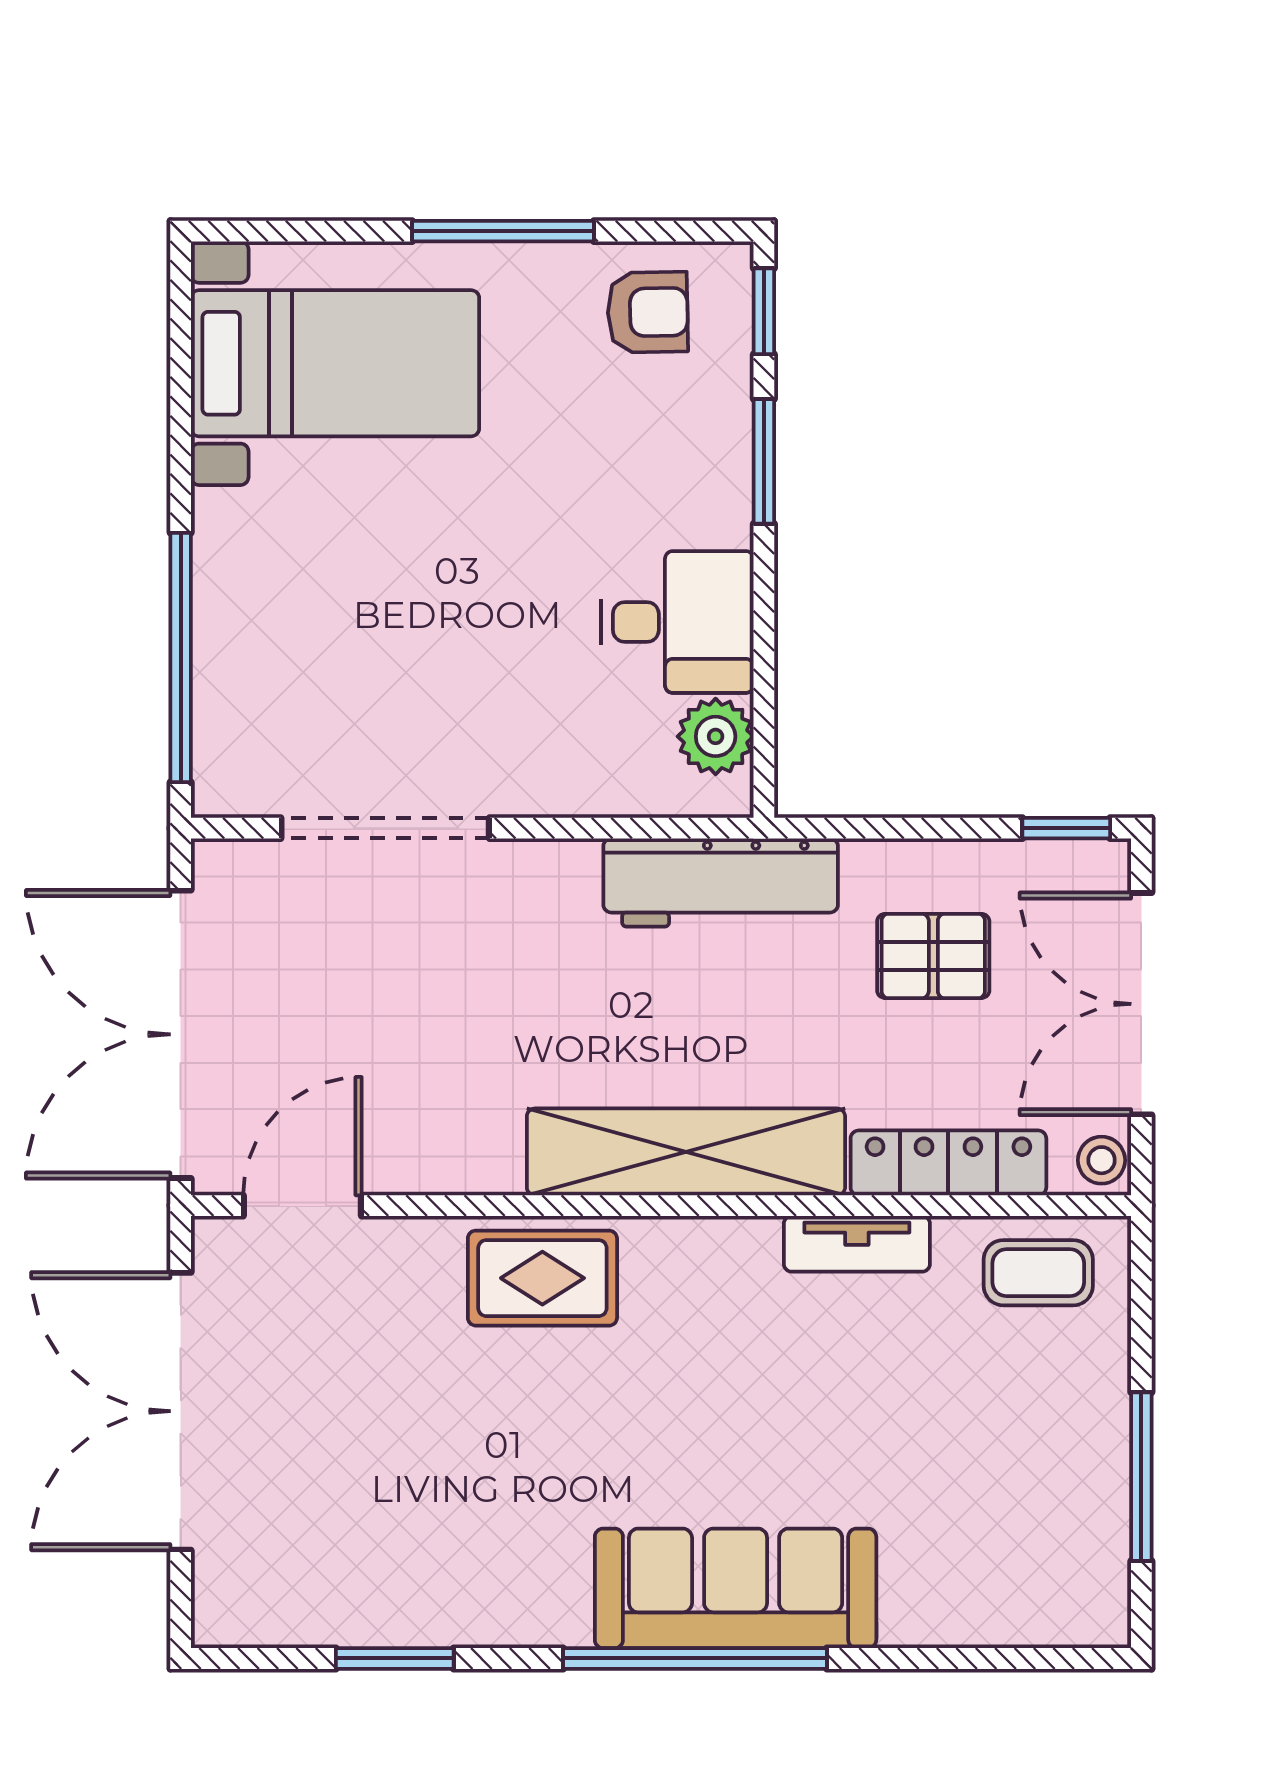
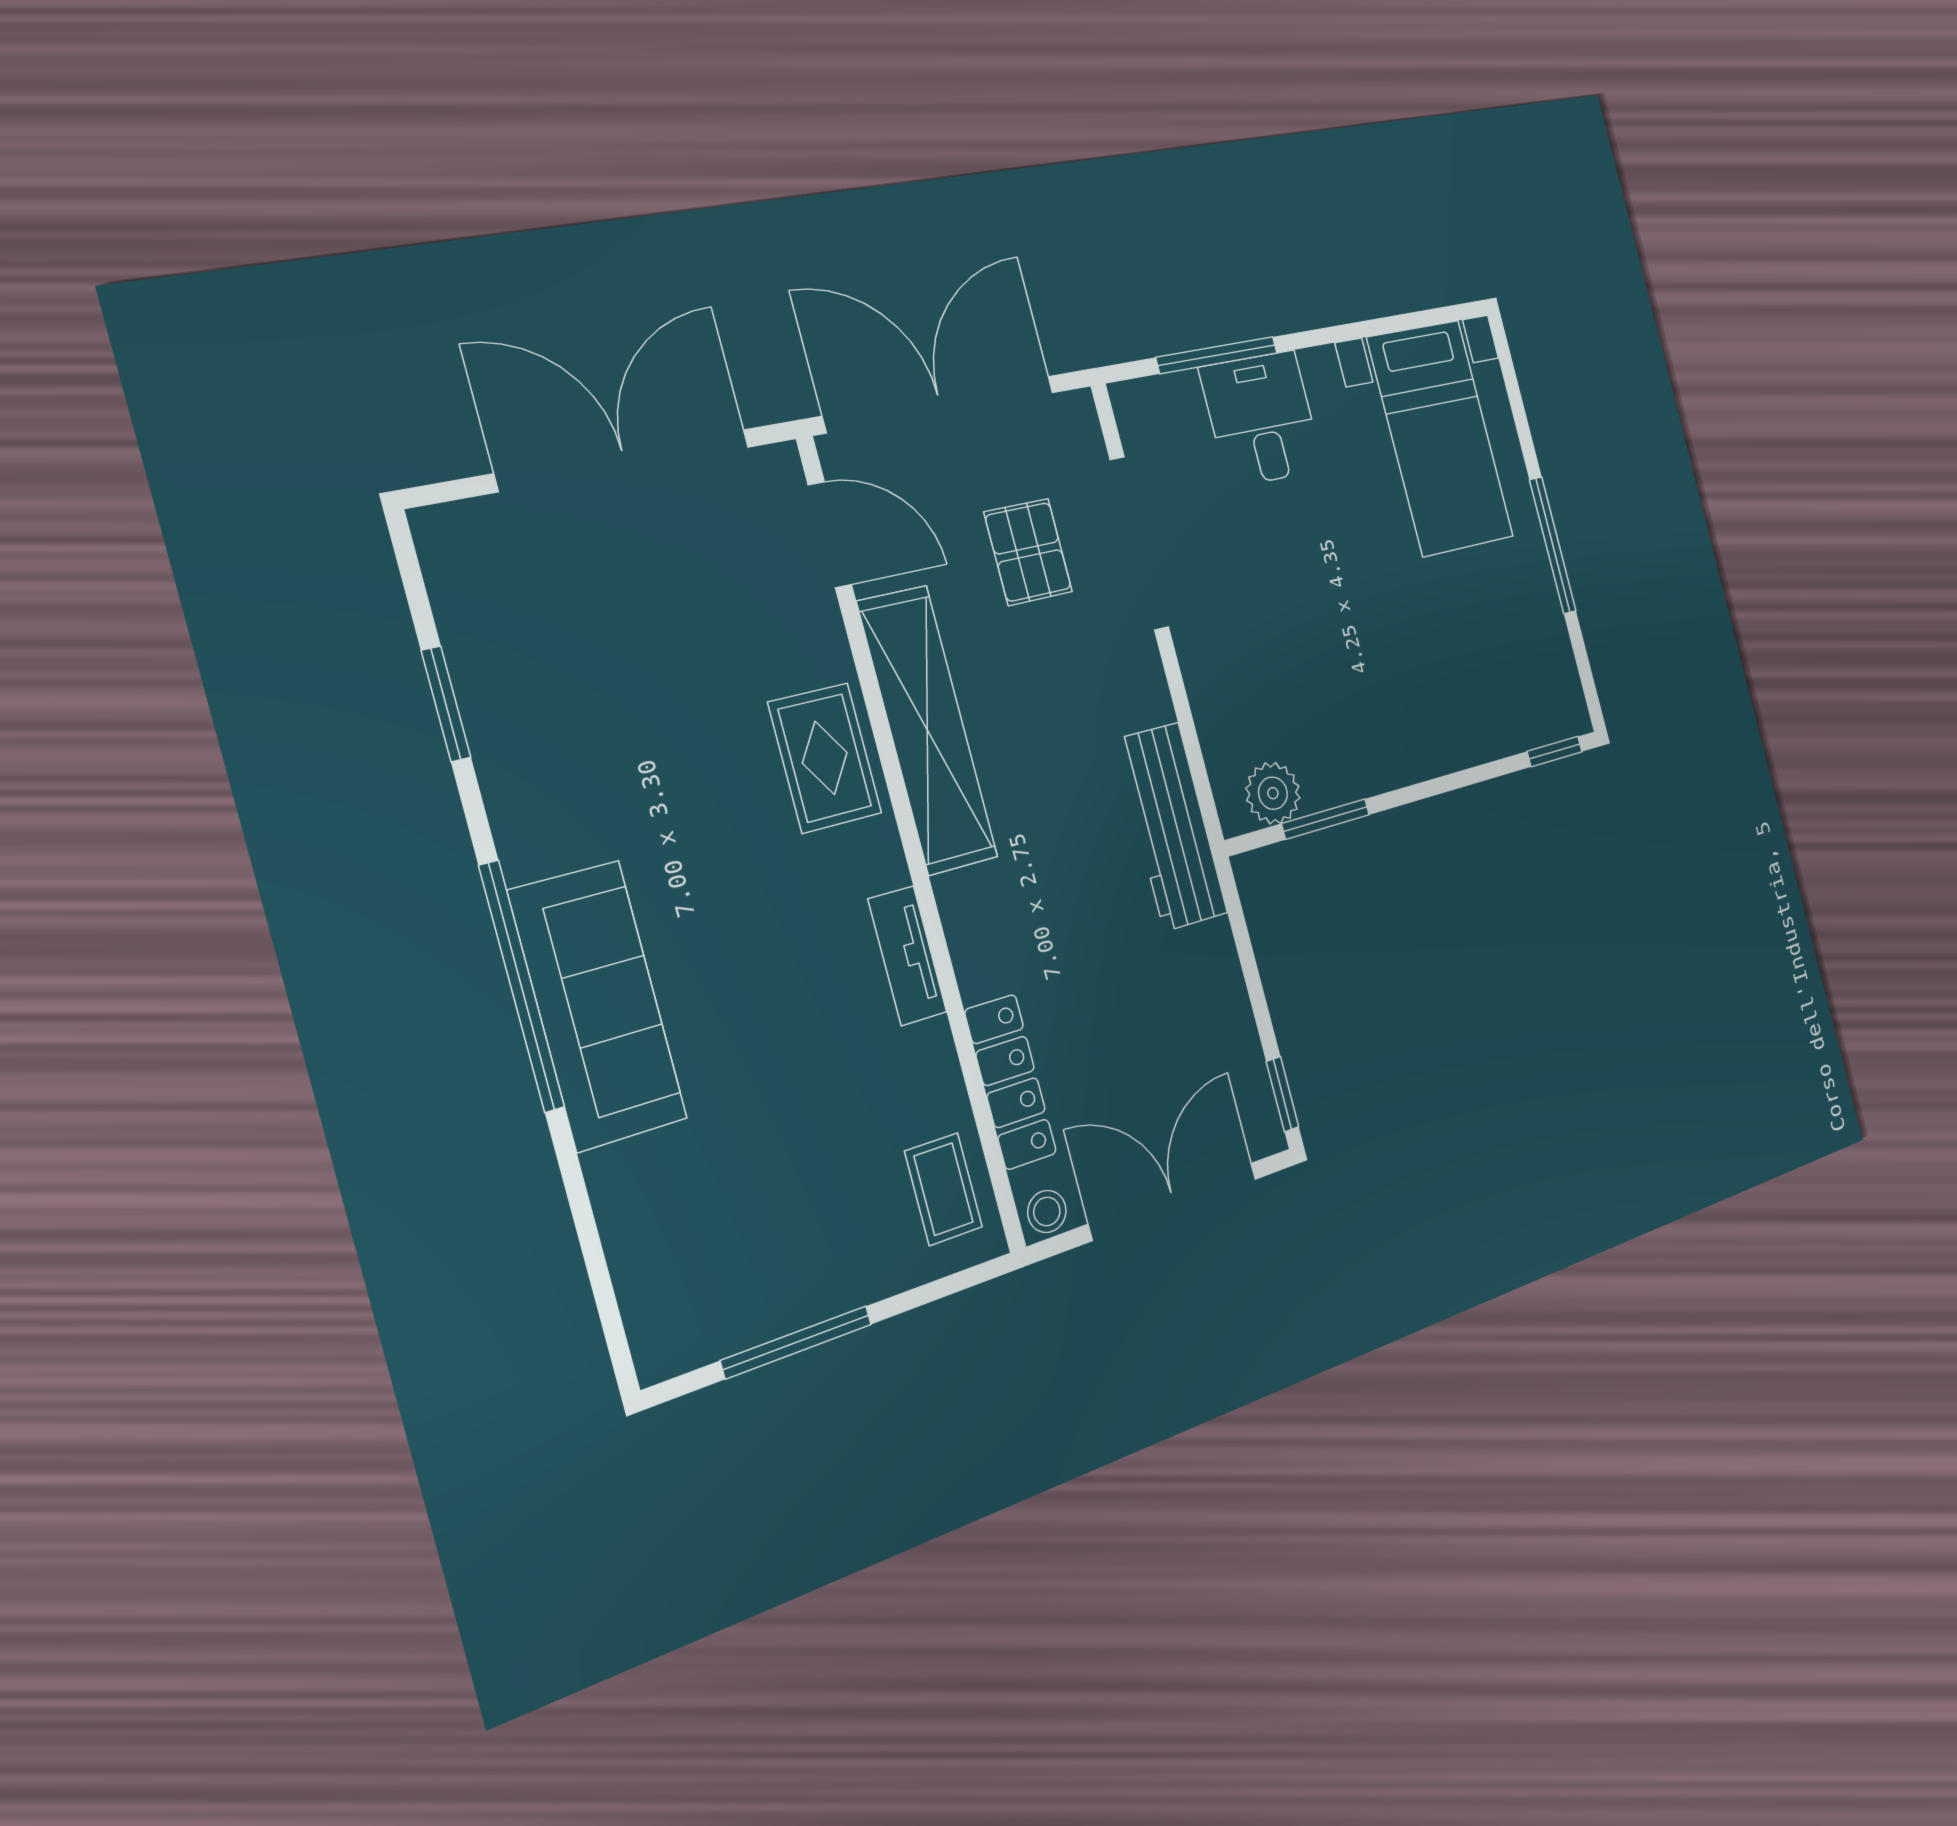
armchair: (648, 312) -> (1532, 665), removed
window: (764, 461) -> (1326, 819), moved
desk: (677, 622) -> (1262, 419), moved, turned 180
window: (181, 657) -> (1217, 355), width x0.68
pallet: (933, 956) -> (1028, 552), moved
shelving: (686, 1152) -> (927, 730), moved
tv unit: (857, 1244) -> (907, 956), moved

